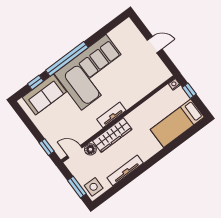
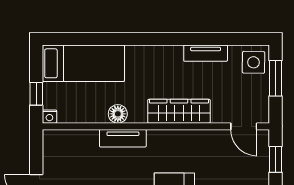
tv unit: (111, 115) -> (123, 138), moved
floor lamp: (90, 149) -> (118, 114), moved
tv unit: (125, 170) -> (206, 53), width x0.71

